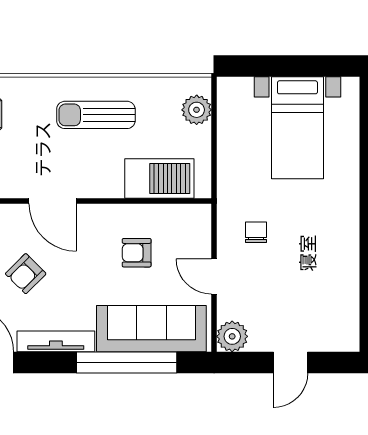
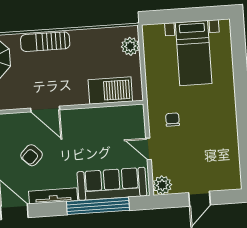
sun lounger: (96, 115) -> (45, 42), moved
armchair: (137, 253) -> (99, 137), removed

